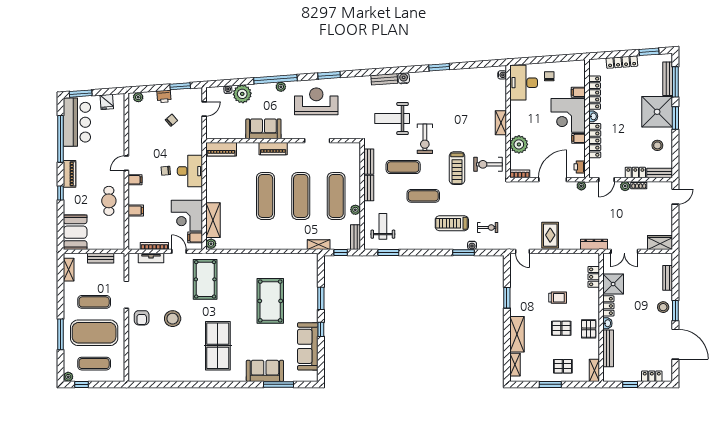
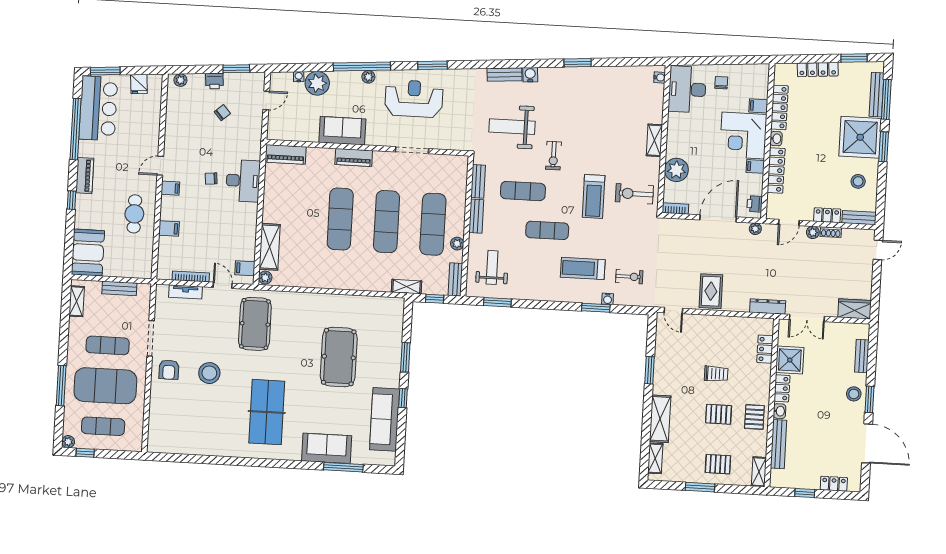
exercise bike: (425, 139) -> (554, 156), width x0.73, depth x0.72
corner desk: (187, 216) -> (236, 239), removed

